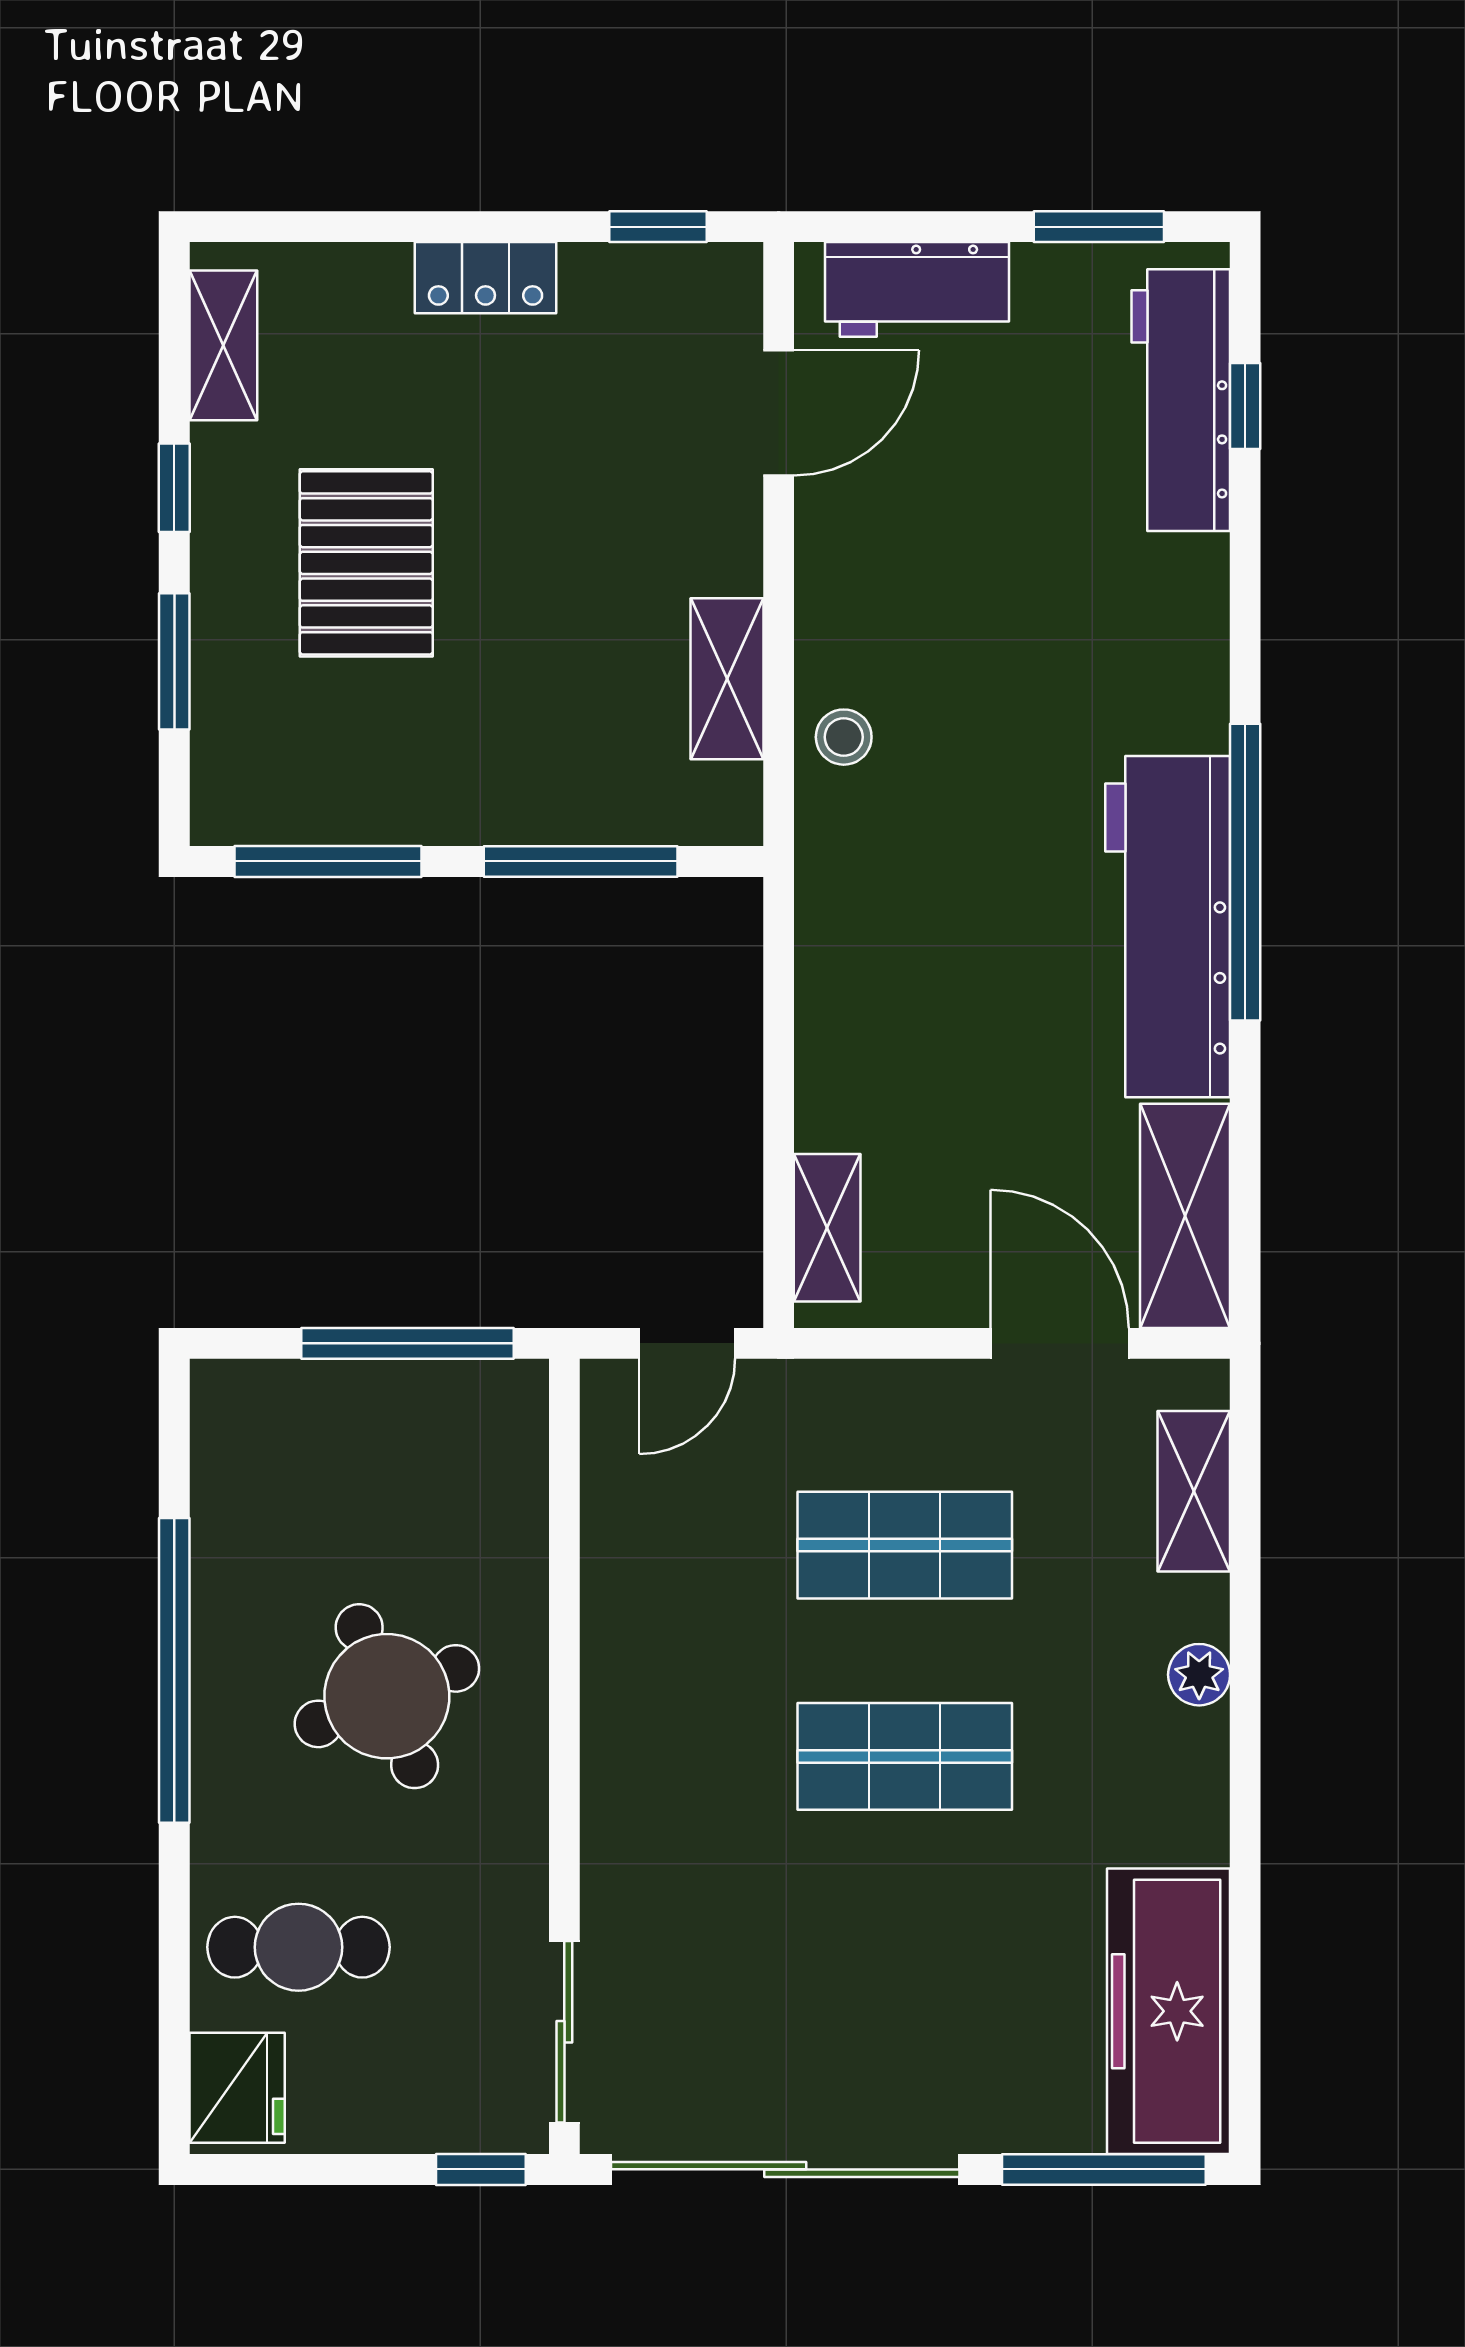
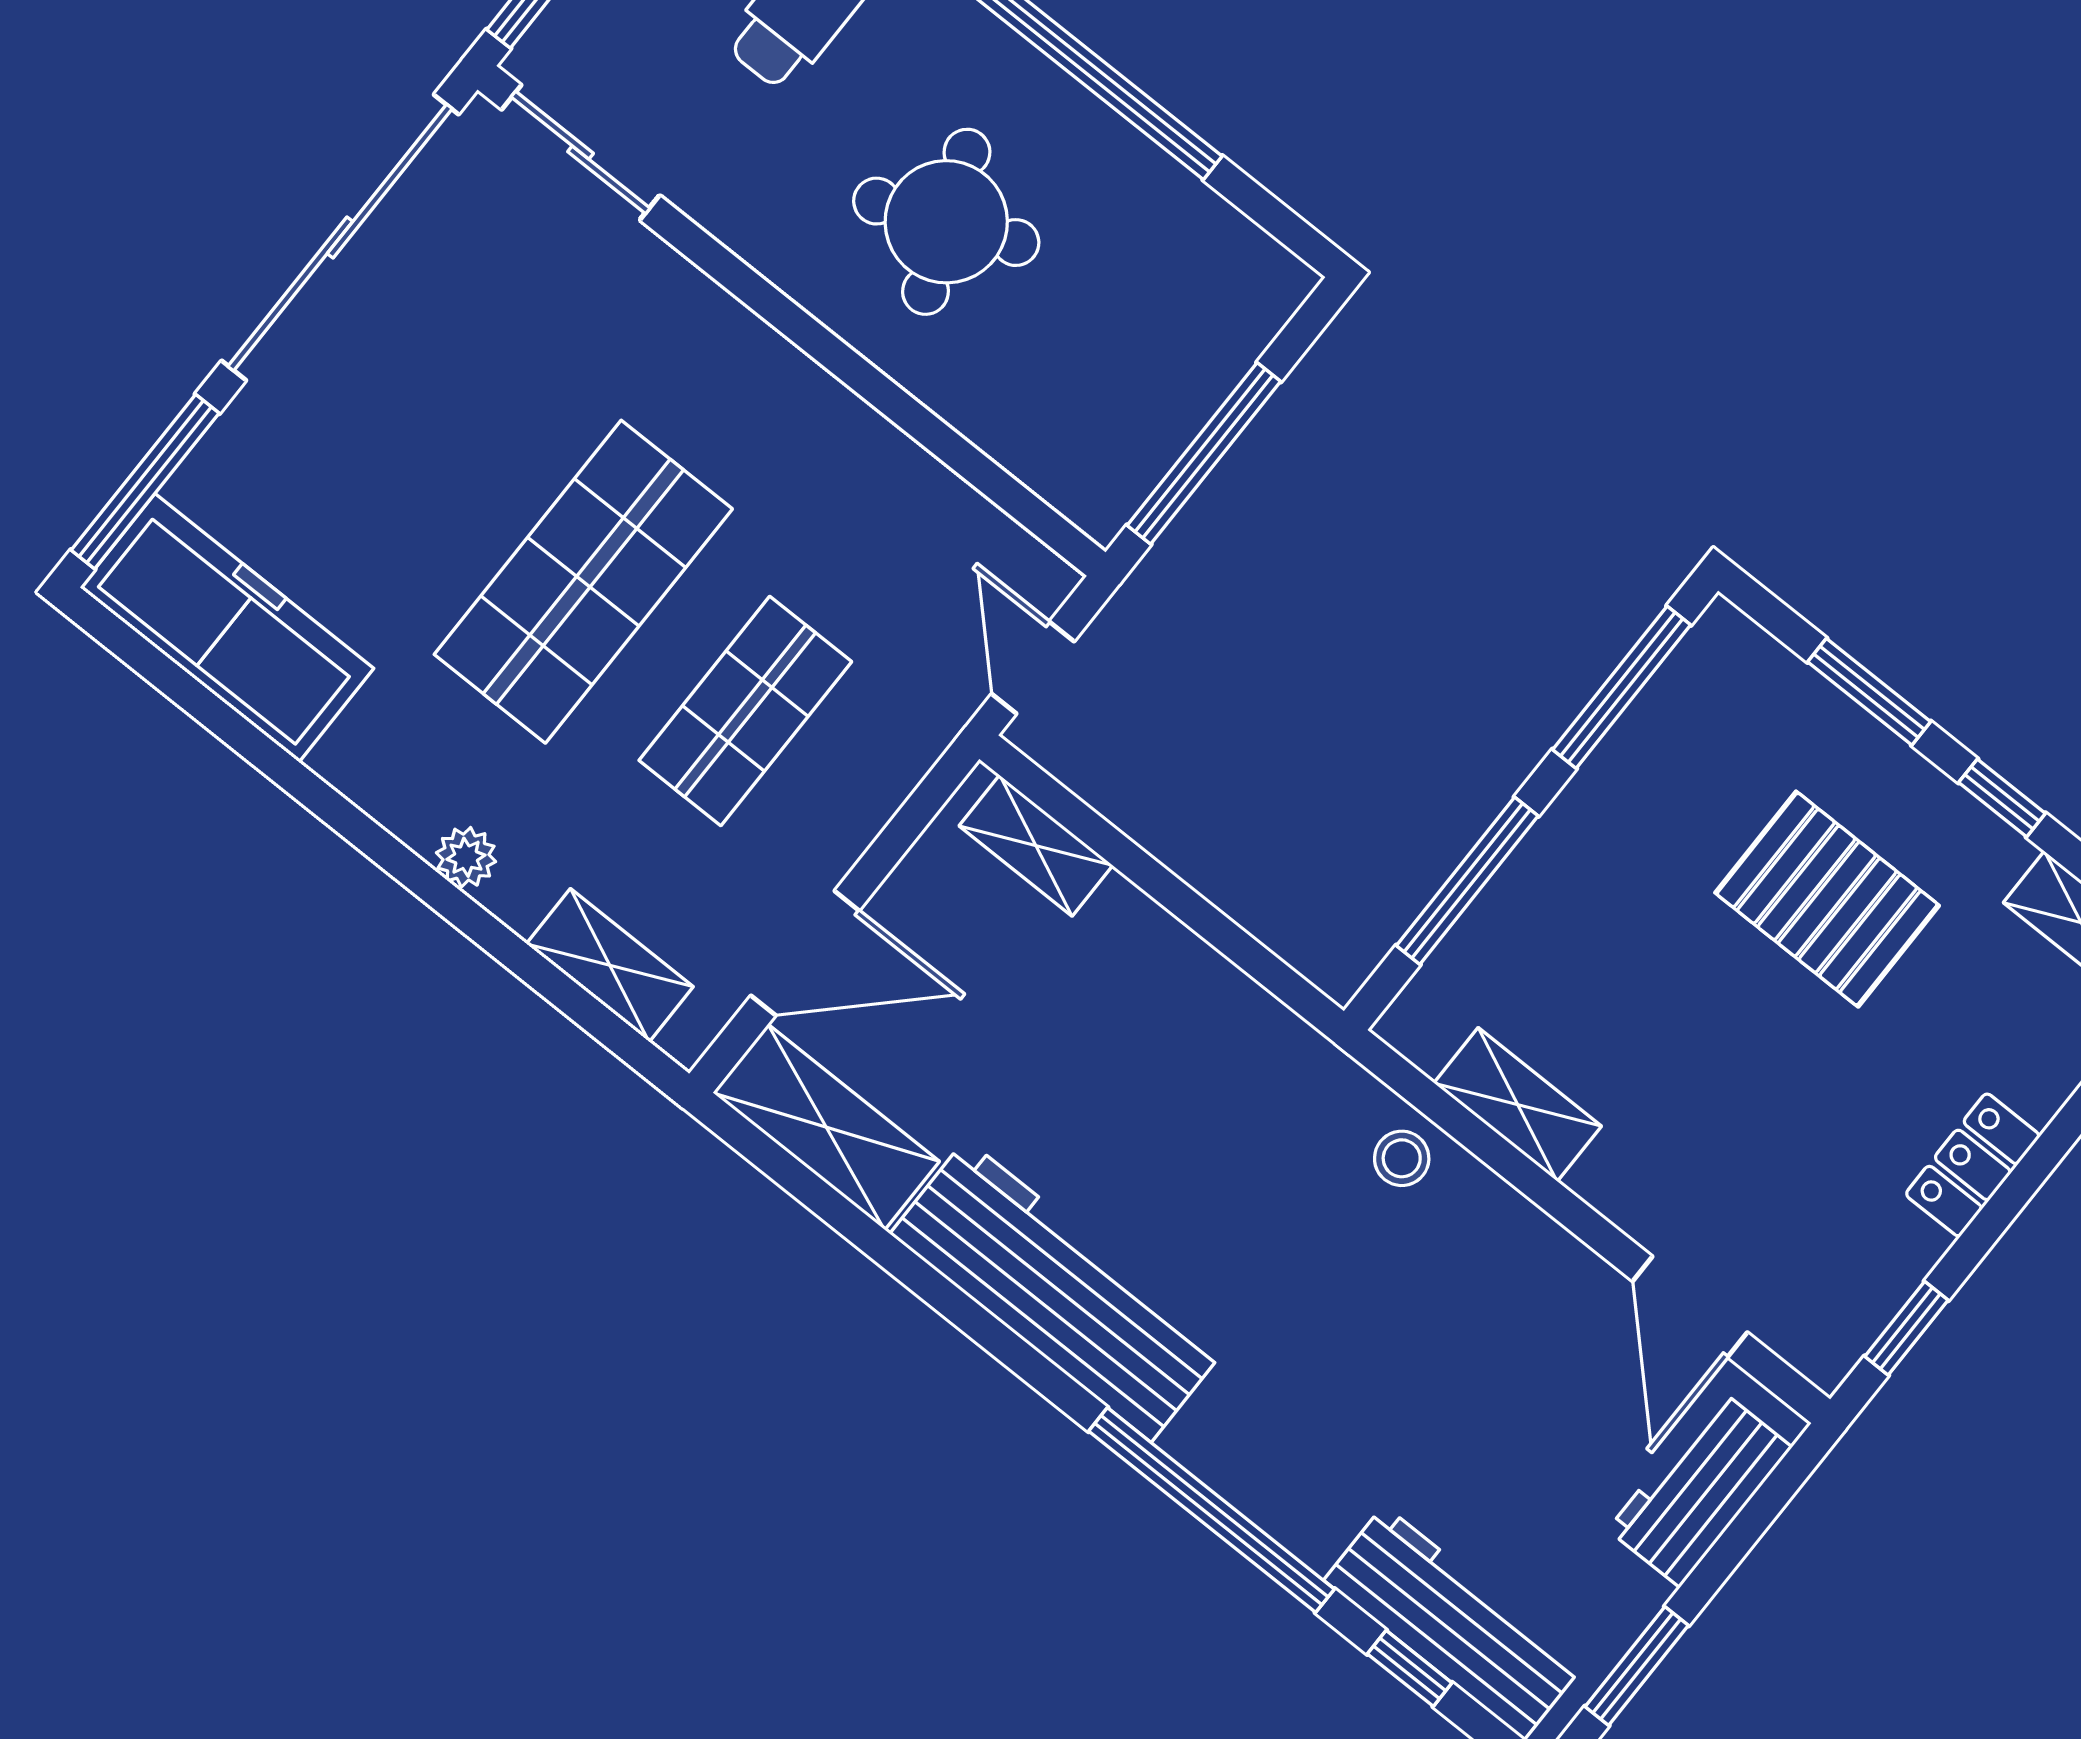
window: (1245, 872) -> (1211, 1510), moved
shop shelf: (905, 1756) -> (583, 582), width x1.43, depth x1.36

